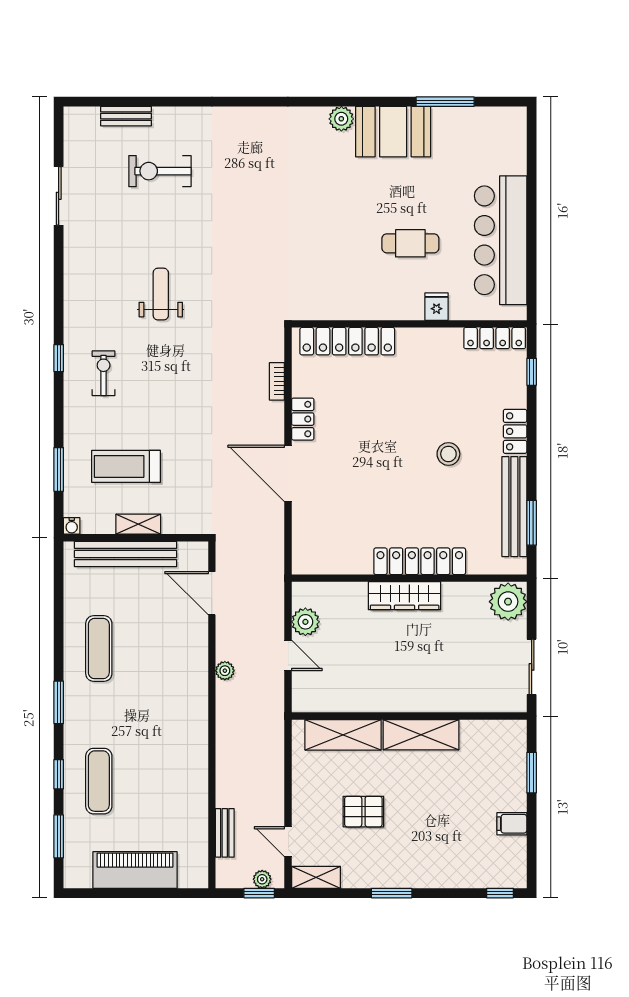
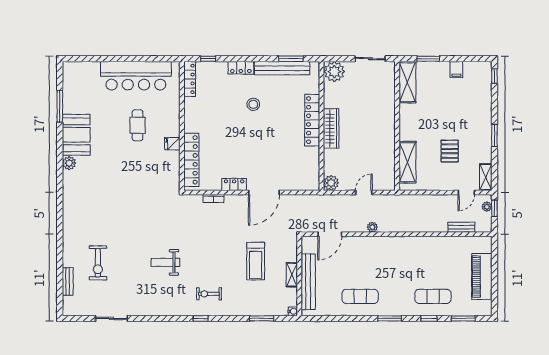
fridge: (436, 307) -> (172, 144), moved
treadmill: (126, 466) -> (256, 261), moved
plant: (305, 622) -> (331, 183), moved
shelving: (421, 735) -> (407, 82), moved

